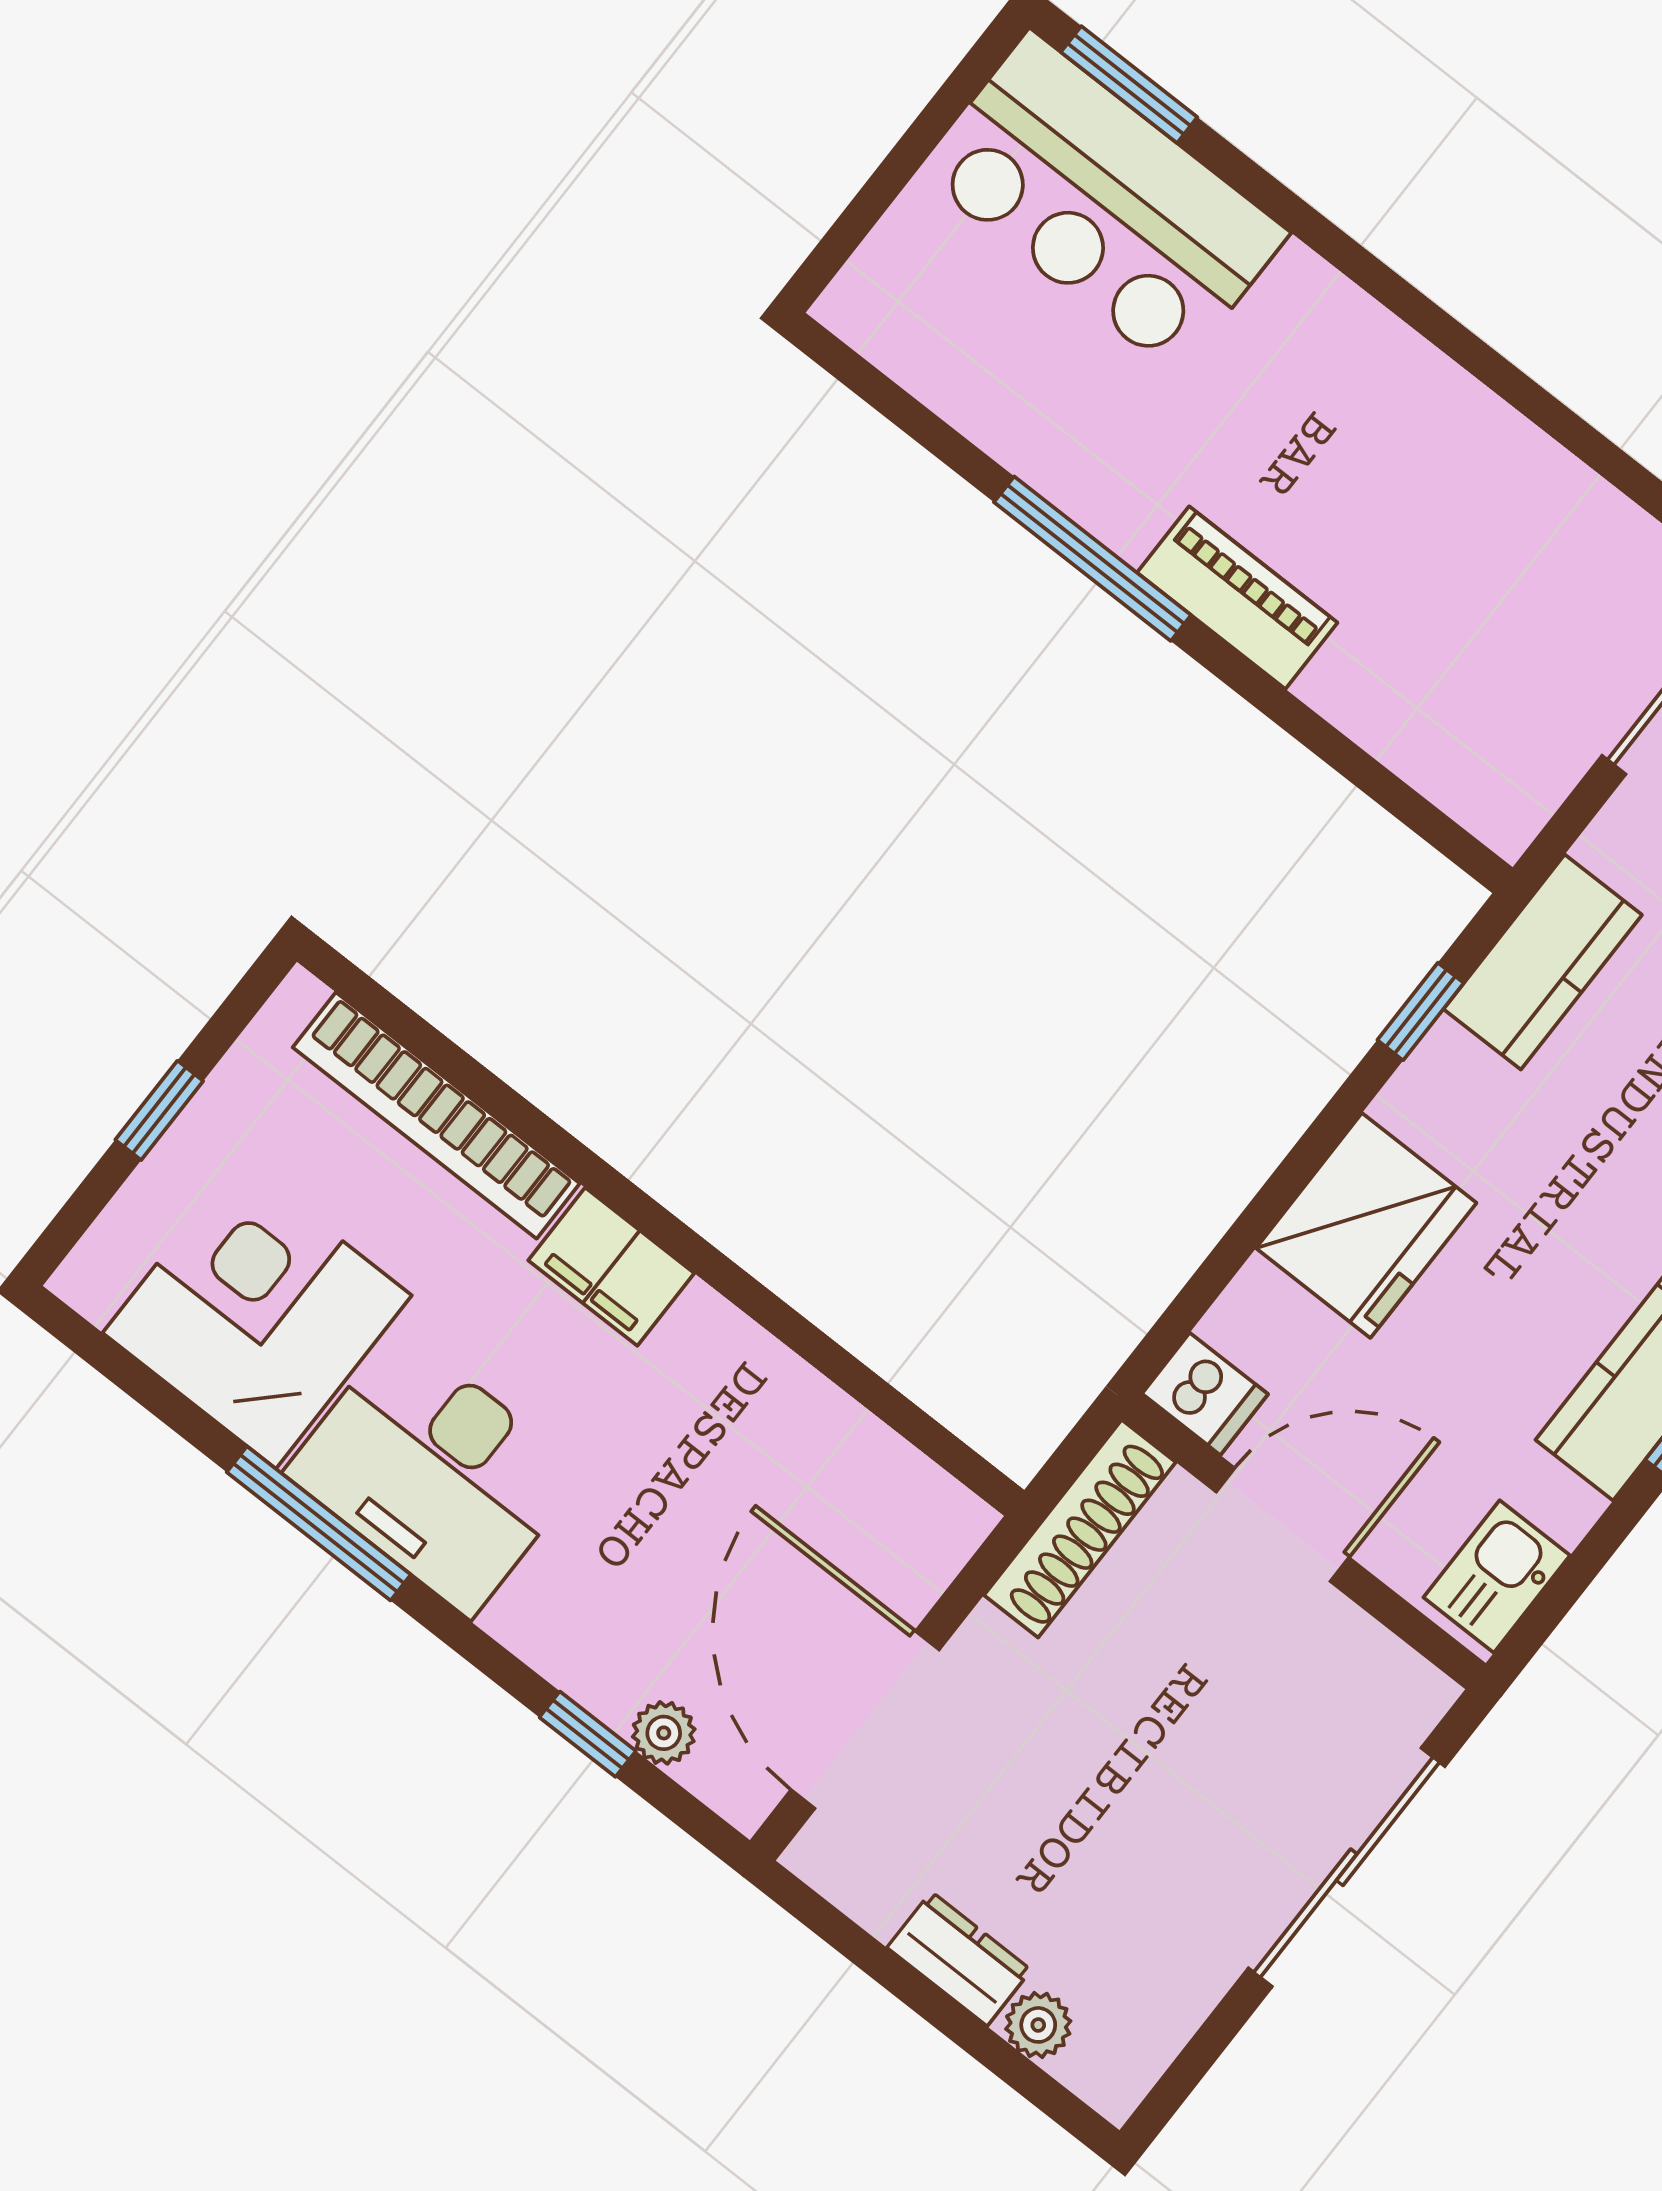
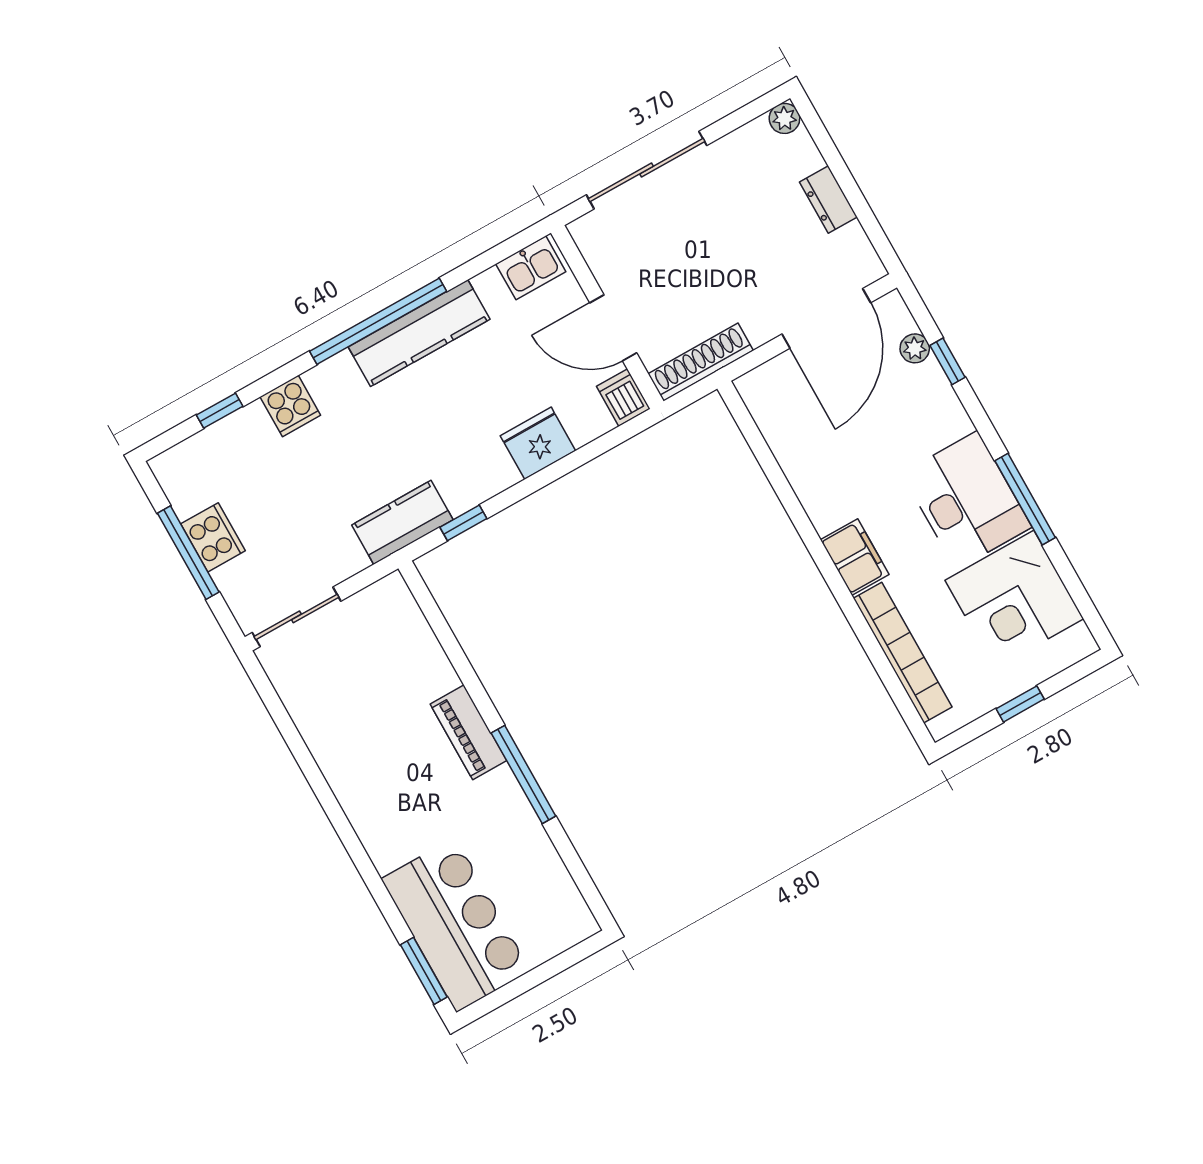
fridge: (1366, 1226) -> (538, 443), width x0.73, depth x0.75
plant: (1038, 2025) -> (784, 118), moved

